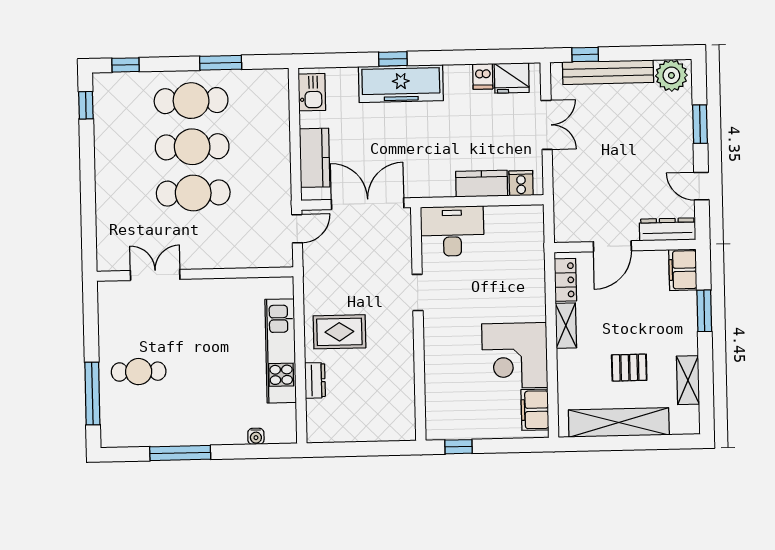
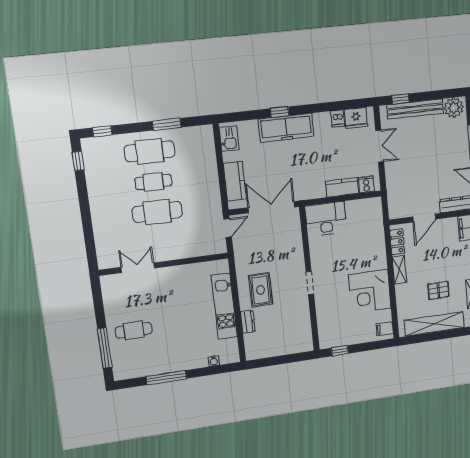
cafe table: (192, 147) -> (153, 182), width x0.73, depth x0.74
doorway: (418, 292) -> (310, 283), moved
rug: (339, 332) -> (260, 290), turned 90
filing cabinet: (535, 410) -> (385, 329), width x0.50

